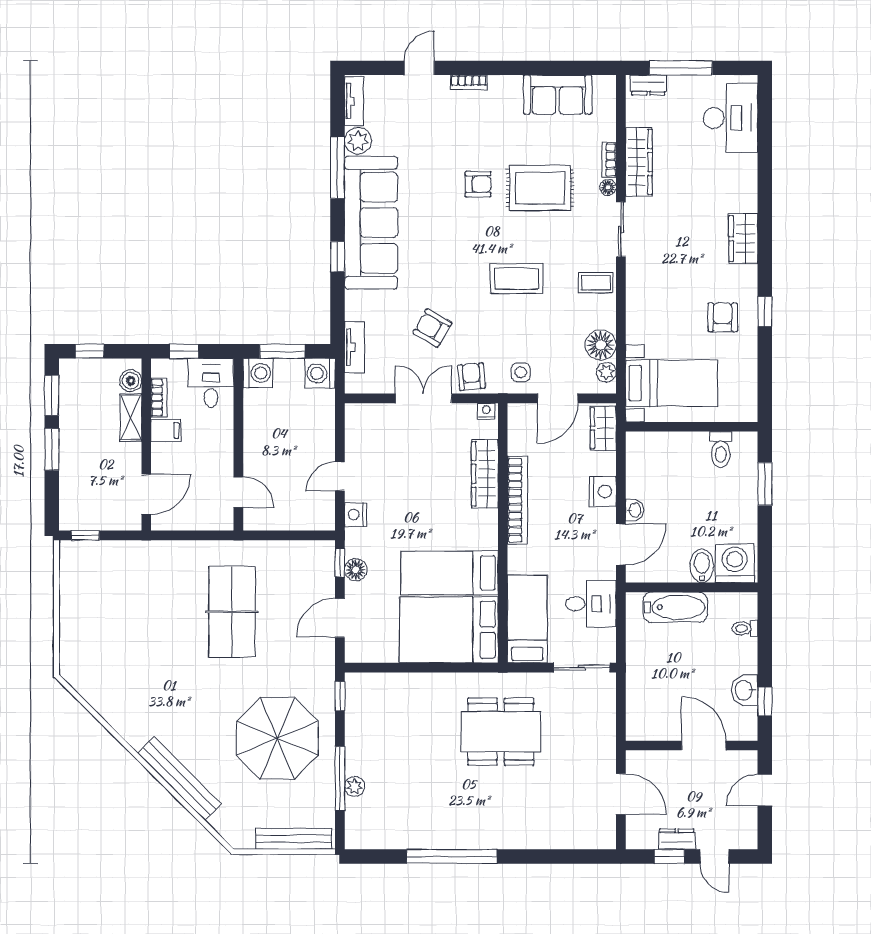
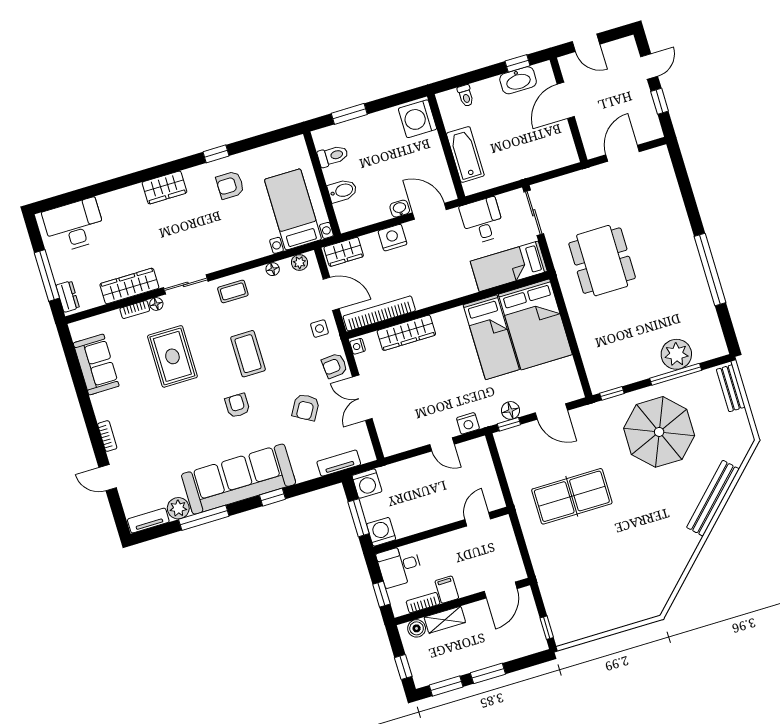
armchair: (478, 184) -> (237, 406), moved
coffee table: (596, 283) -> (233, 291), turned 90
floor lamp: (601, 345) -> (273, 269), width x0.53, depth x0.53
door: (146, 494) -> (501, 590), swing flipped
bookcase: (517, 500) -> (379, 313), moved
bidet: (702, 566) -> (342, 191), moved, turned 180
washbasin: (745, 690) -> (518, 80), width x1.38
plant: (355, 786) -> (676, 354), width x1.88, depth x1.88
bench: (294, 839) -> (731, 388), width x0.73
dresser: (677, 839) -> (644, 100), removed

